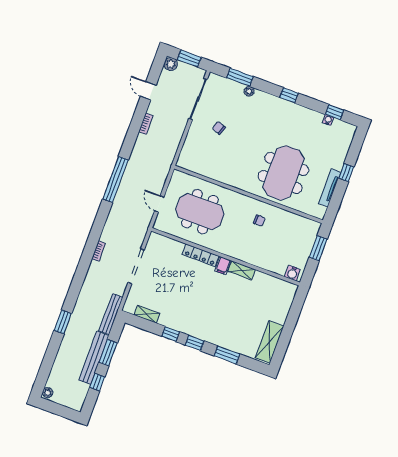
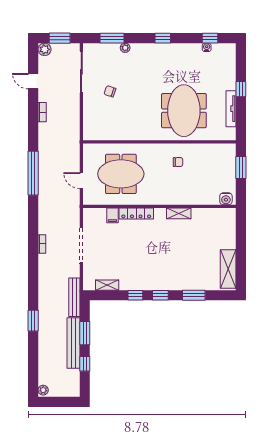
filing cabinet: (223, 266) -> (112, 215), moved

